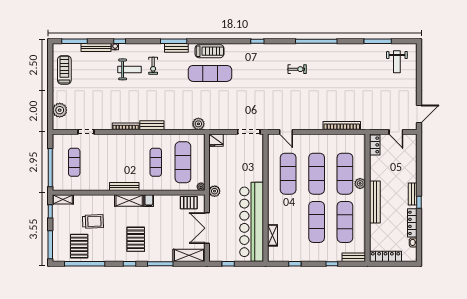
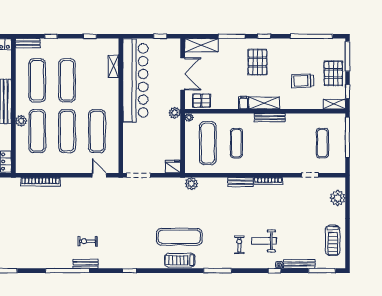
bench: (176, 48) -> (86, 264), moved
pallet: (79, 246) -> (333, 73), moved

